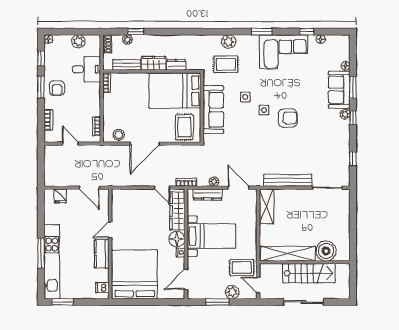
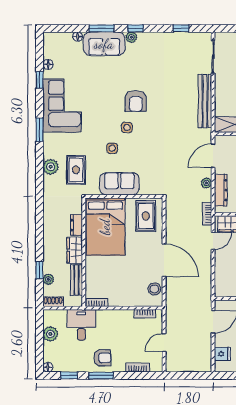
sofa: (213, 110) -> (119, 184), width x0.73
armchair: (288, 118) -> (136, 101), turned 180
rug: (184, 127) -> (146, 216), turned 90

